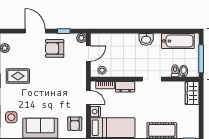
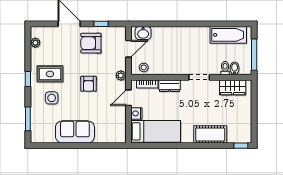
plant: (81, 38) -> (121, 76), moved
washbasin: (146, 39) -> (143, 33), moved
wardrobe: (192, 93) -> (233, 87), moved, turned -90
door: (88, 97) -> (129, 98), swing flipped
side table: (11, 117) -> (52, 98), moved
armchair: (75, 124) -> (89, 84), moved

